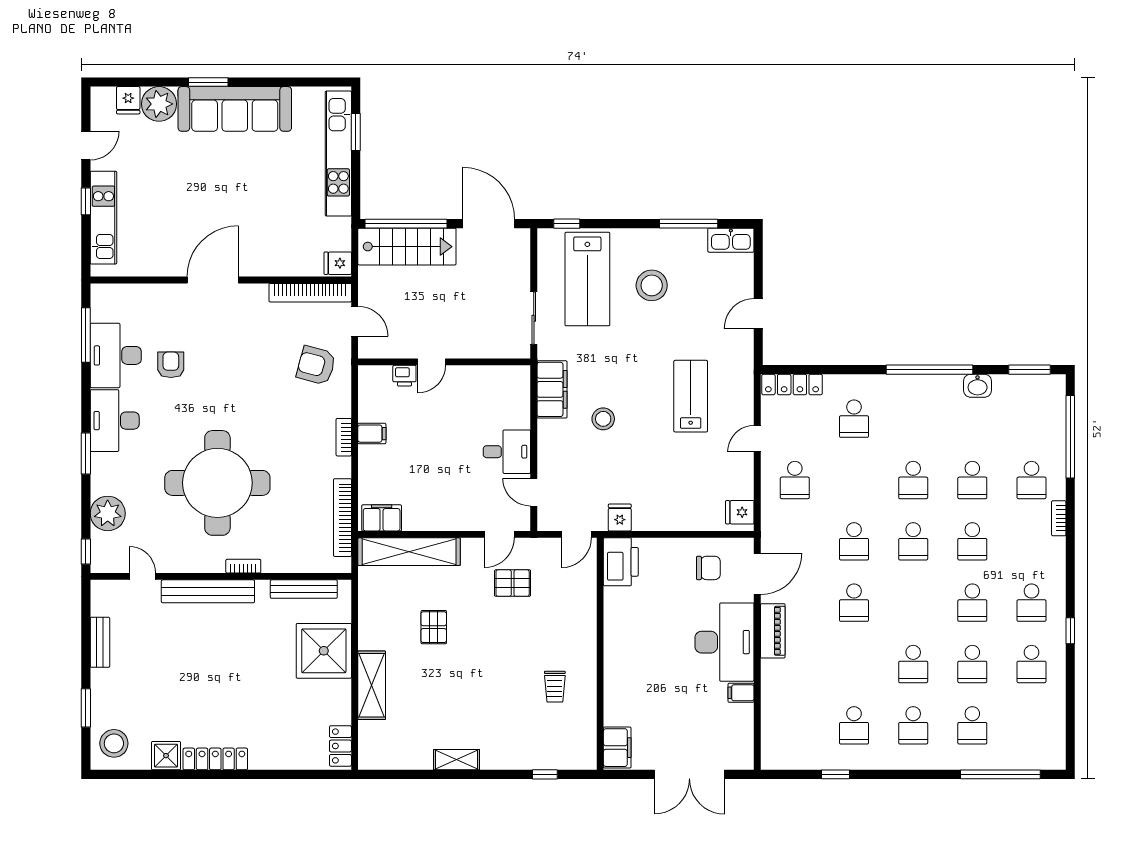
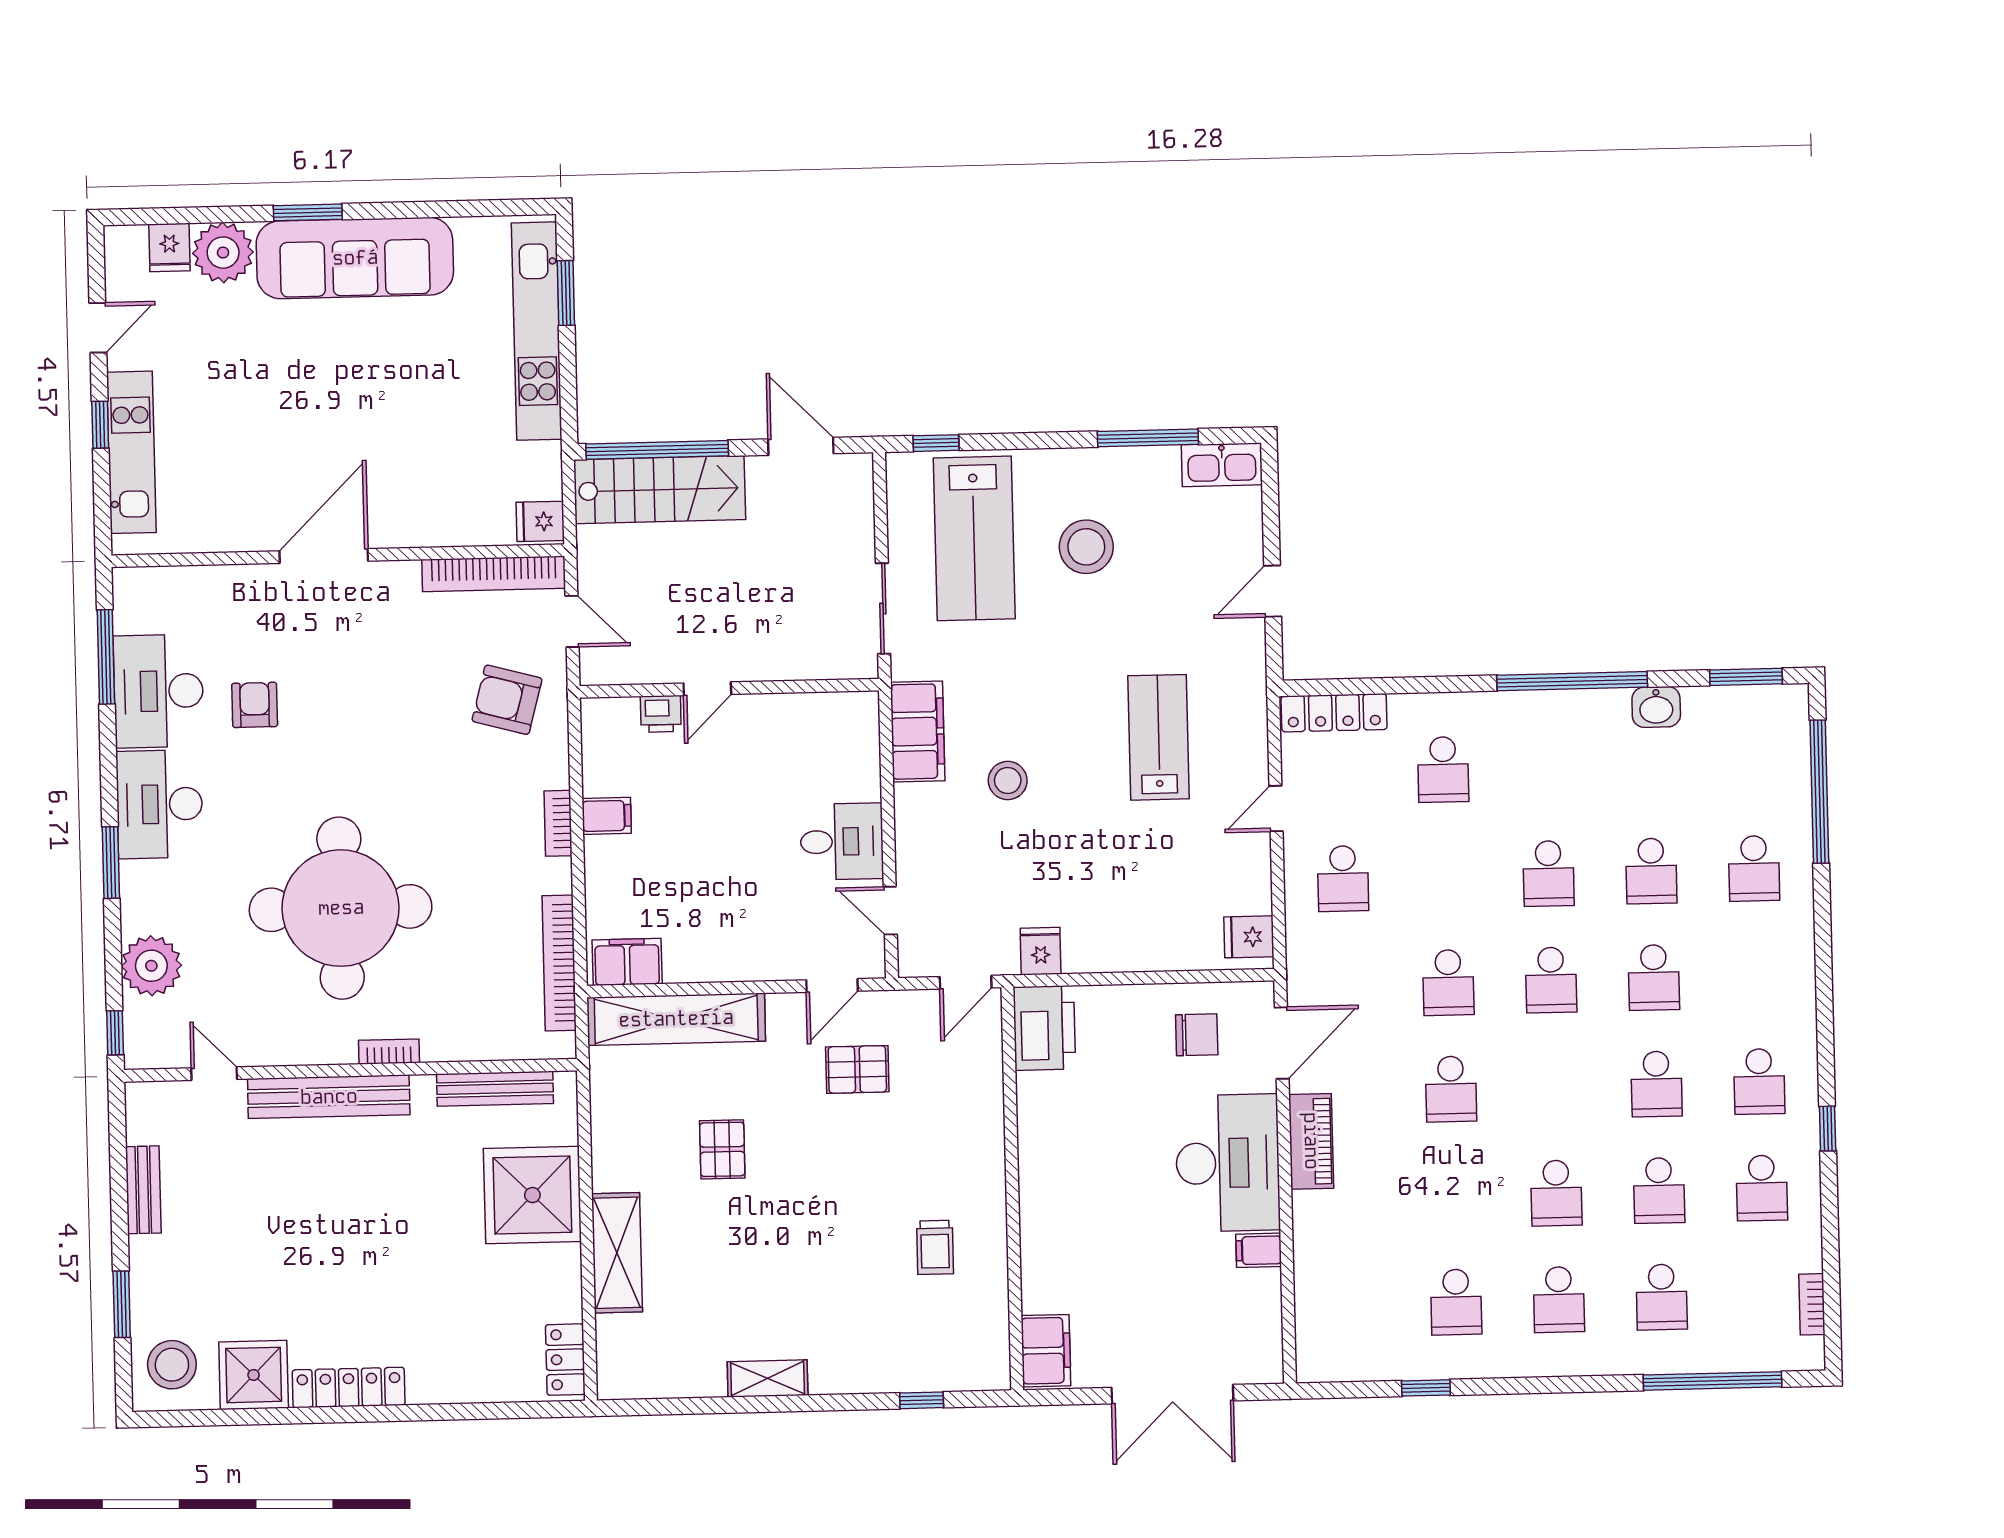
door: (489, 224) -> (801, 446), width x0.73
bookcase: (1059, 518) -> (1812, 1304), moved
shower: (166, 756) -> (254, 1375), width x1.36, depth x1.36

